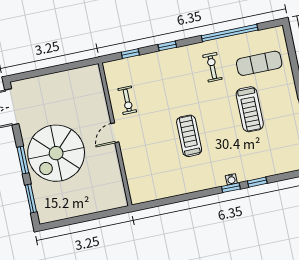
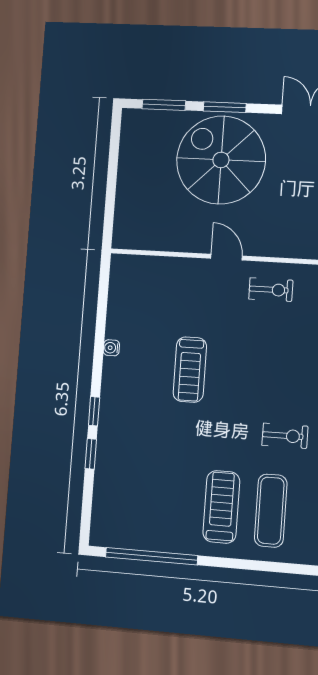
exercise bike: (127, 100) -> (271, 290), turned 180
treadmill: (250, 109) -> (221, 507), moved, turned 90
treadmill: (189, 136) -> (190, 370), turned 90
water cooler: (231, 179) -> (111, 348), moved

